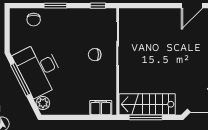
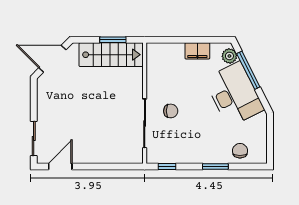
window: (21, 79) -> (248, 70), moved
filing cabinet: (101, 108) -> (197, 51), moved
window: (146, 117) -> (113, 40), width x0.69

